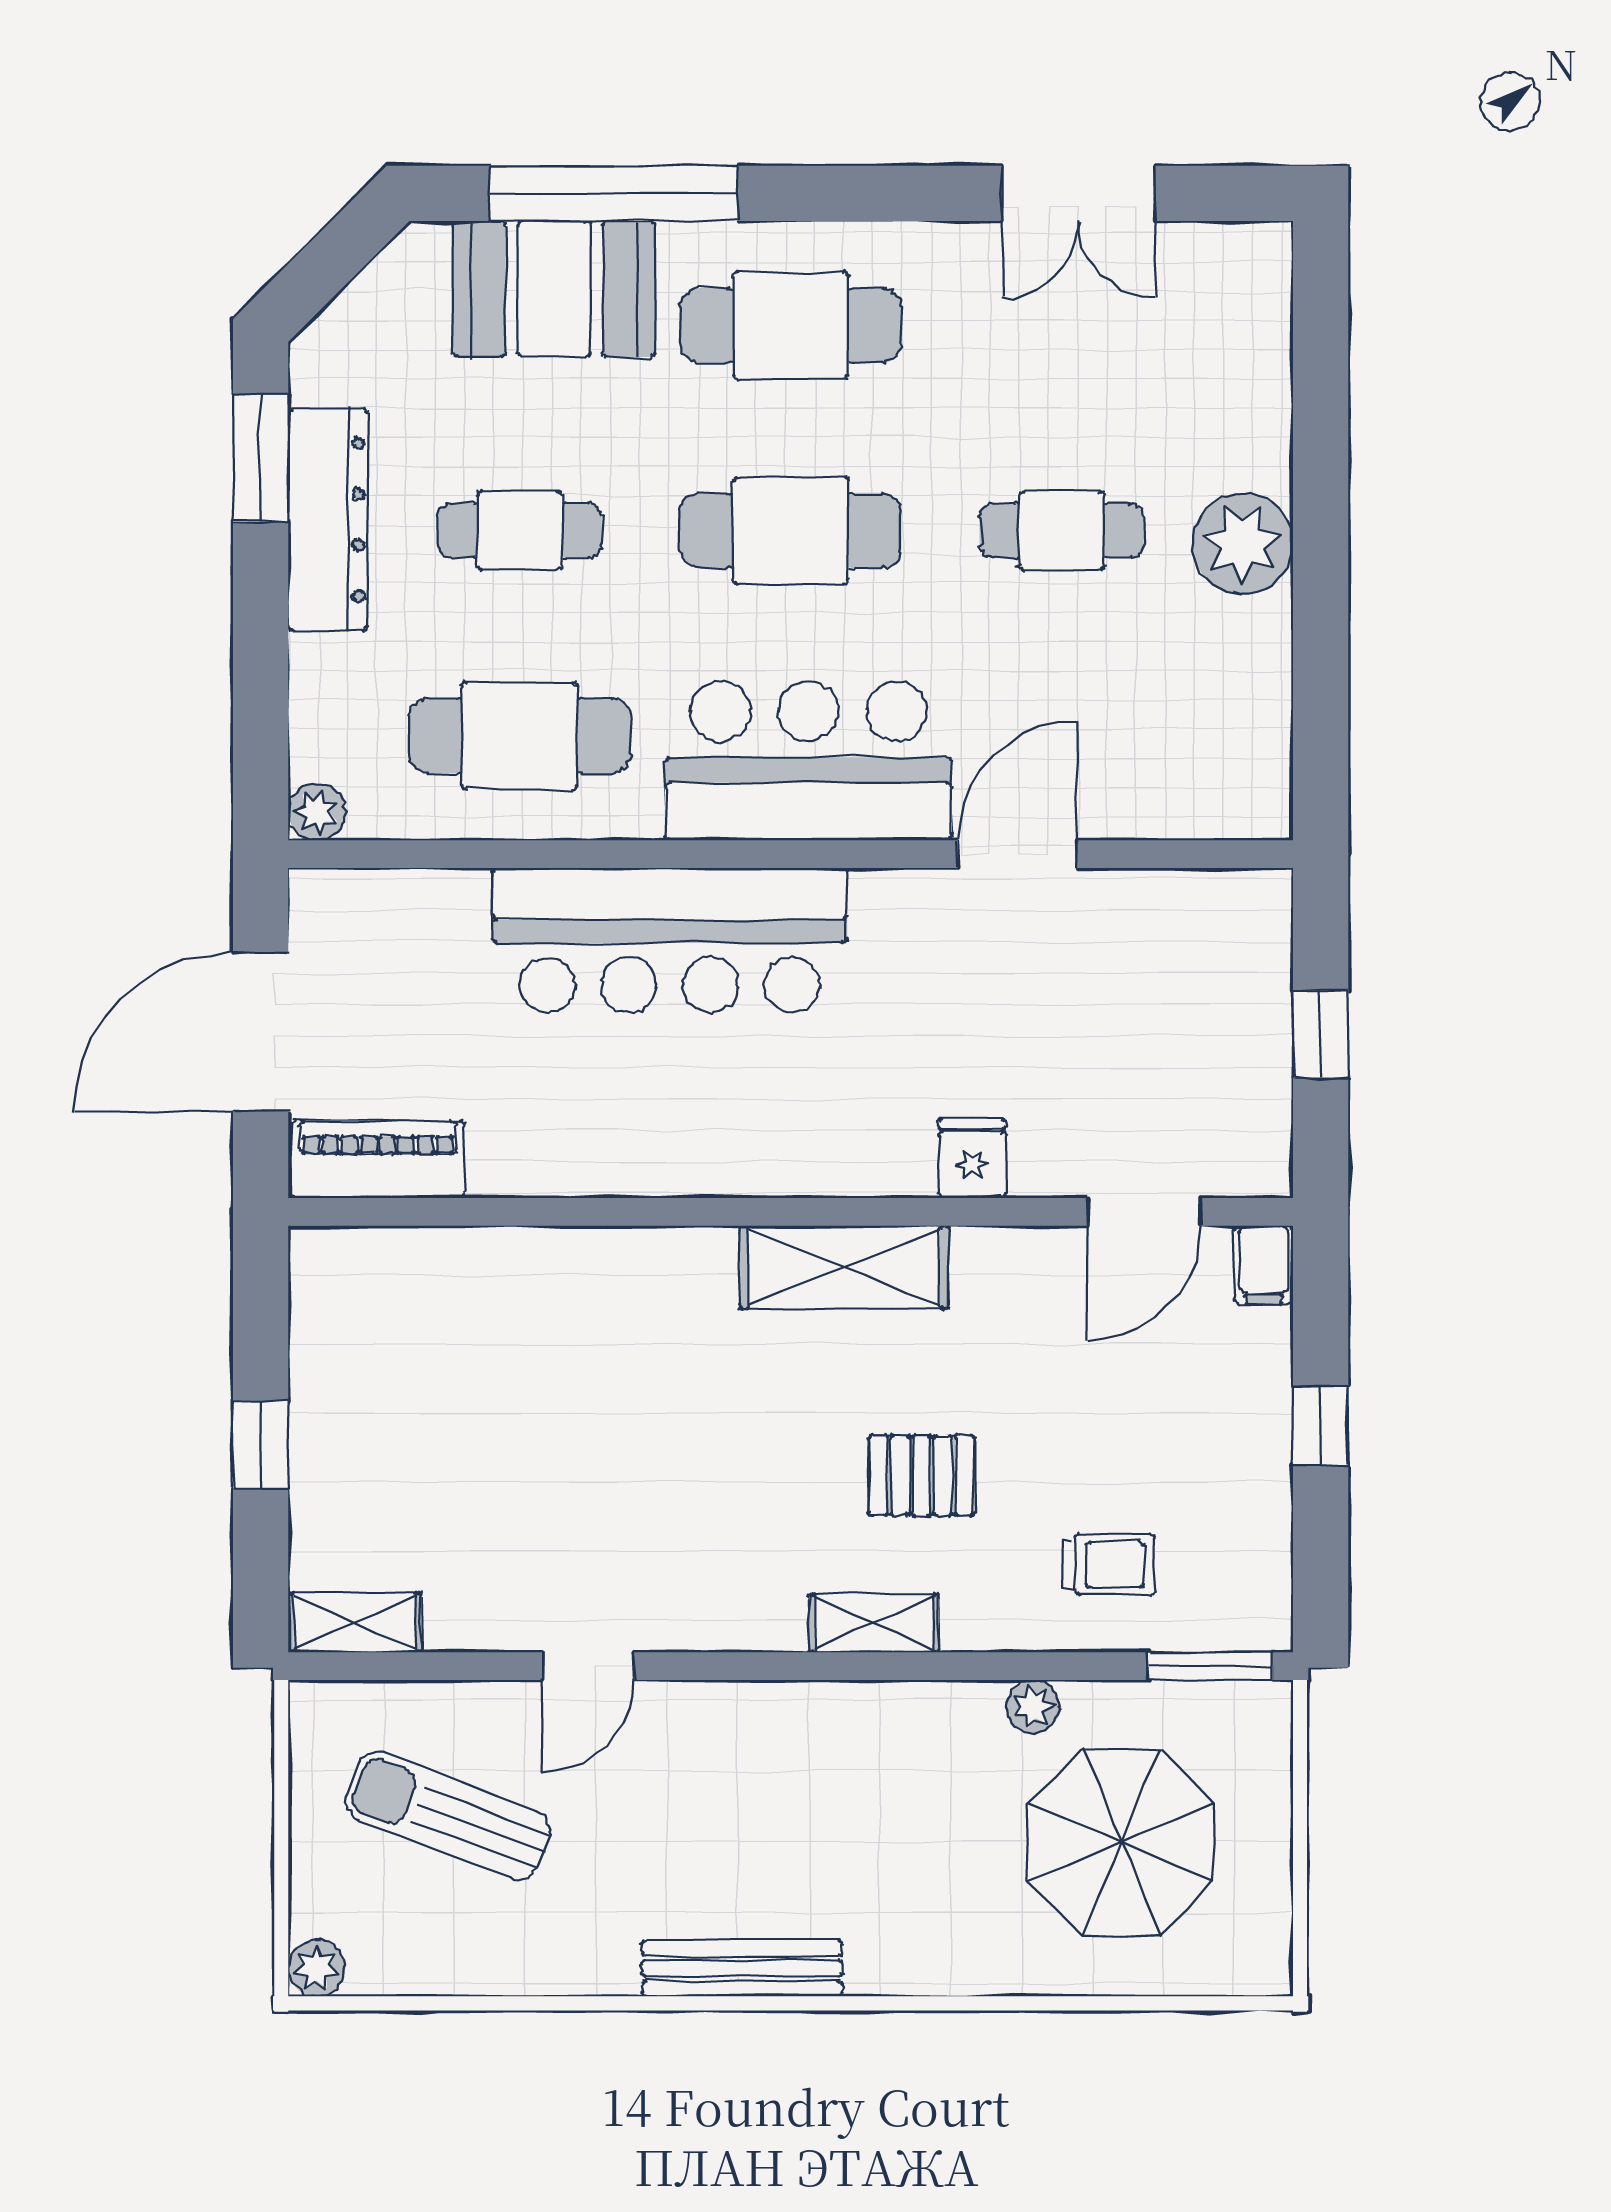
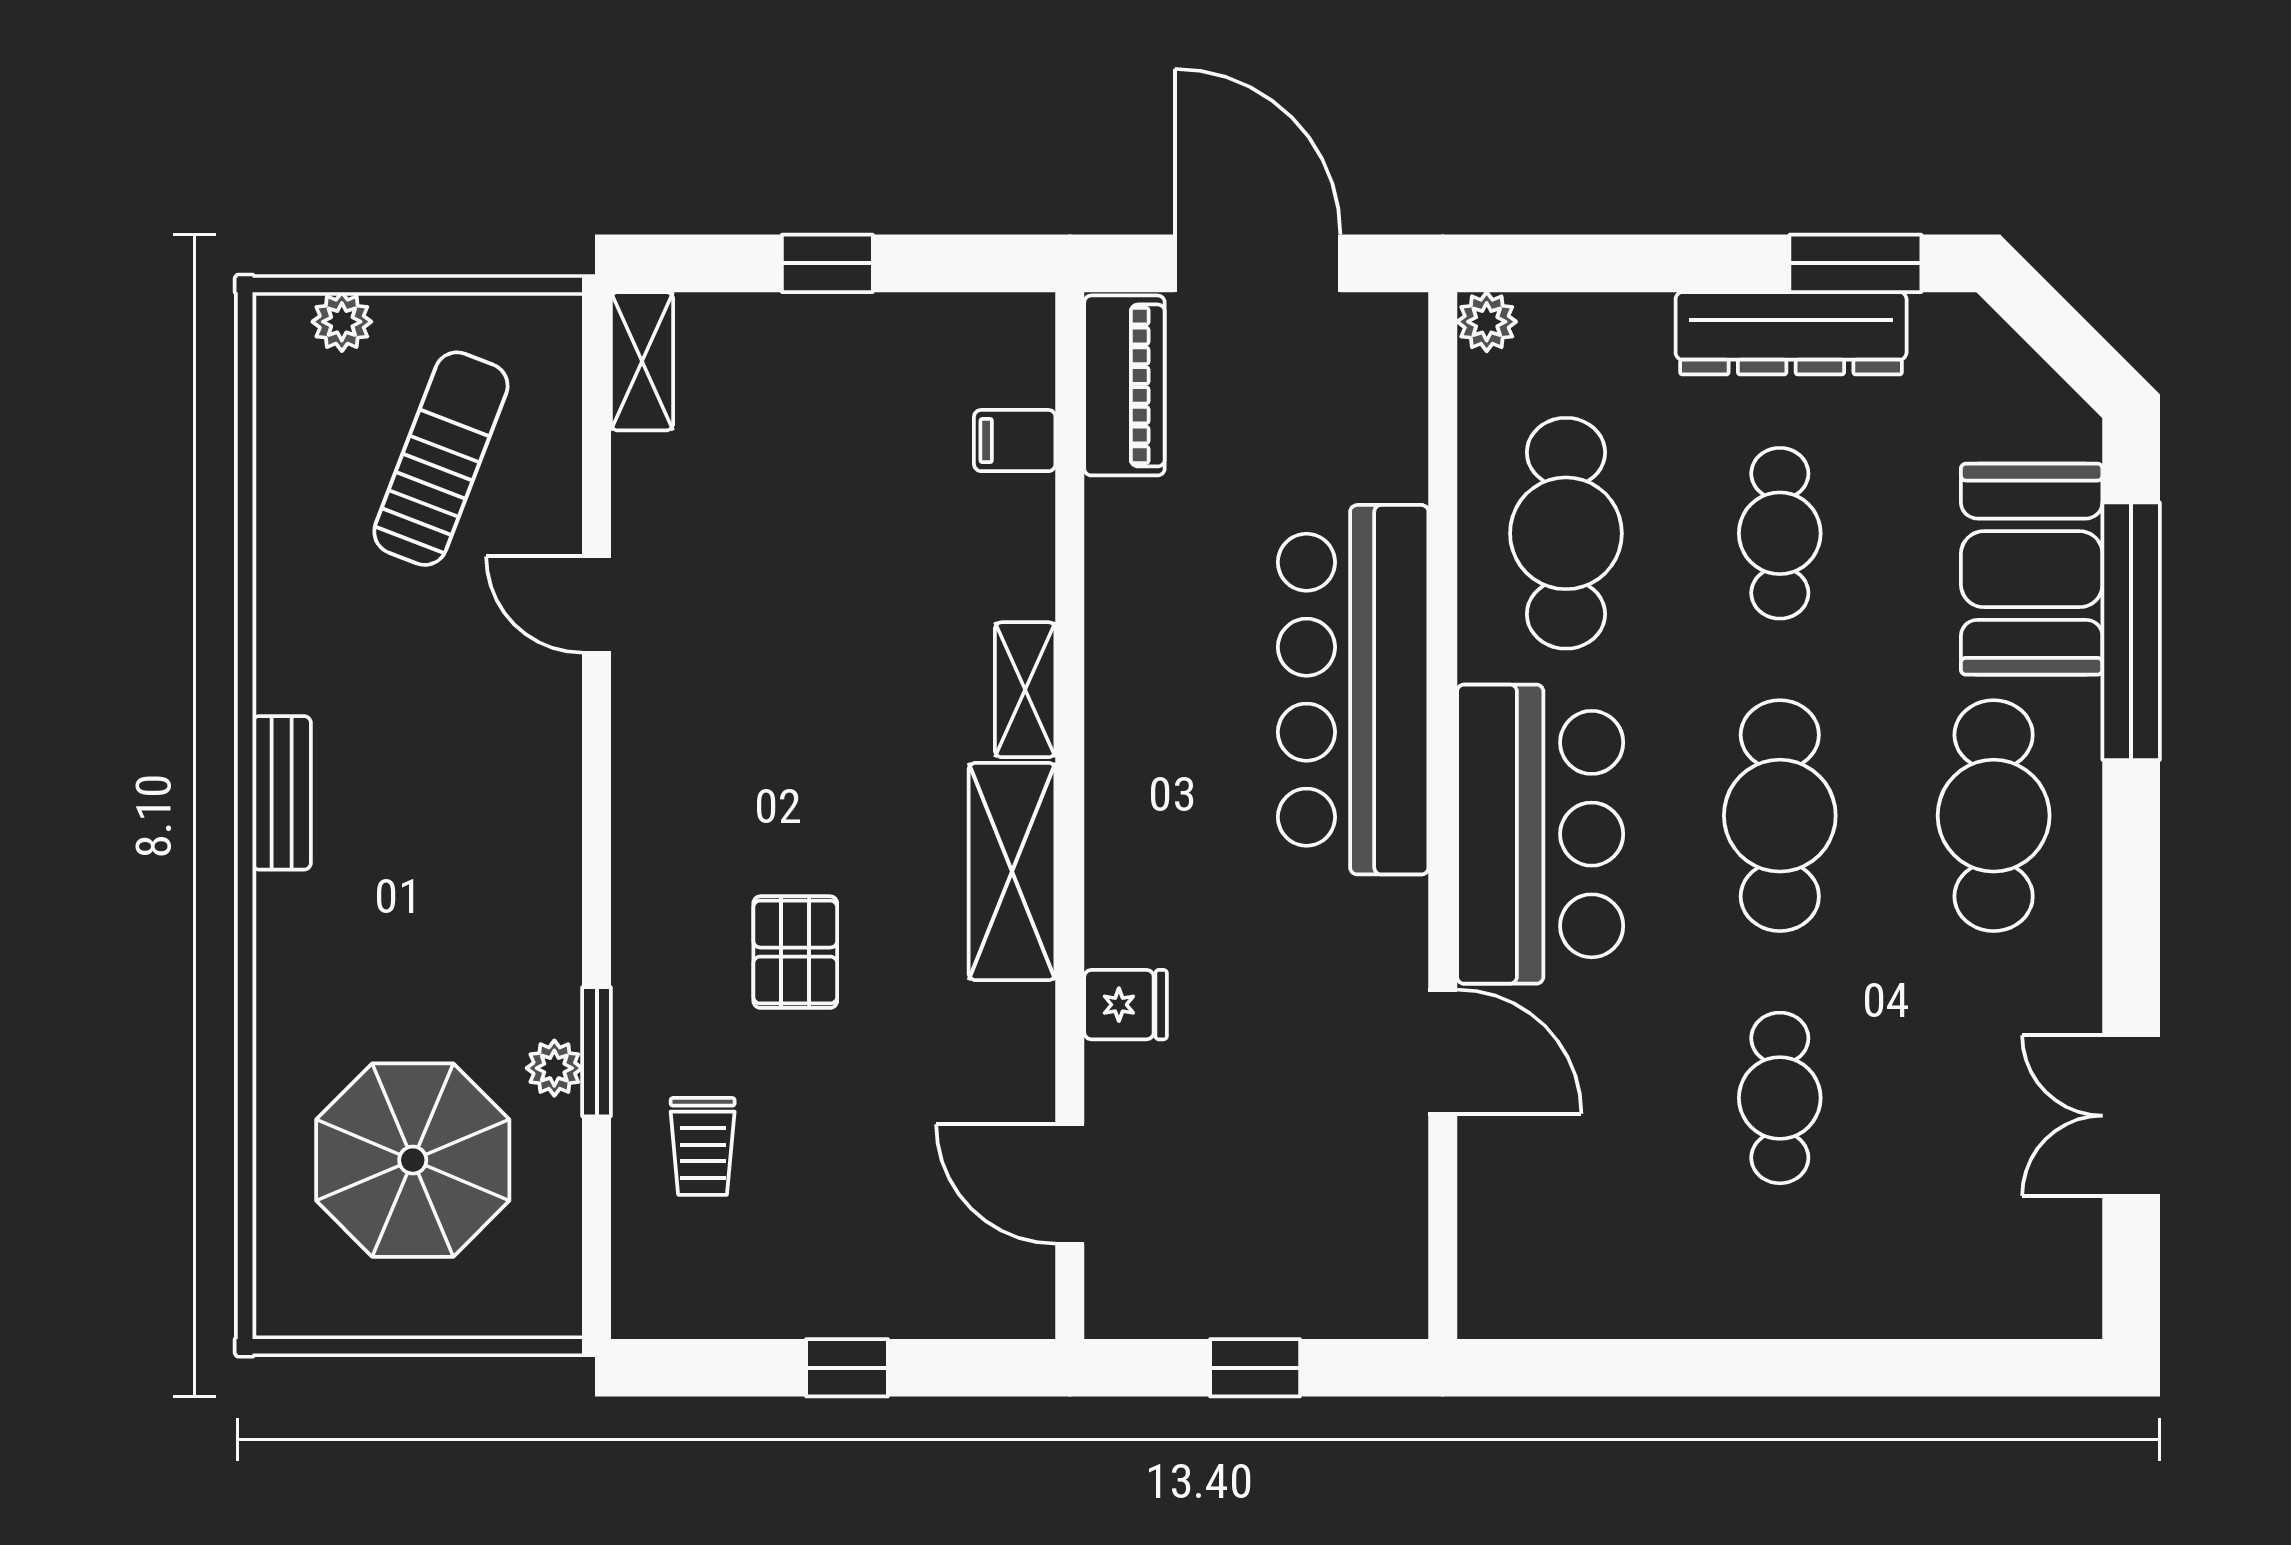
plant: (1243, 543) -> (1766, 1286), removed
filing cabinet: (1264, 1265) -> (1015, 441), moved
shelving: (874, 1623) -> (1025, 690), moved
window: (1210, 1666) -> (597, 1052), moved
plant: (317, 1968) -> (342, 322), moved
bench: (742, 1968) -> (282, 793), width x0.73

